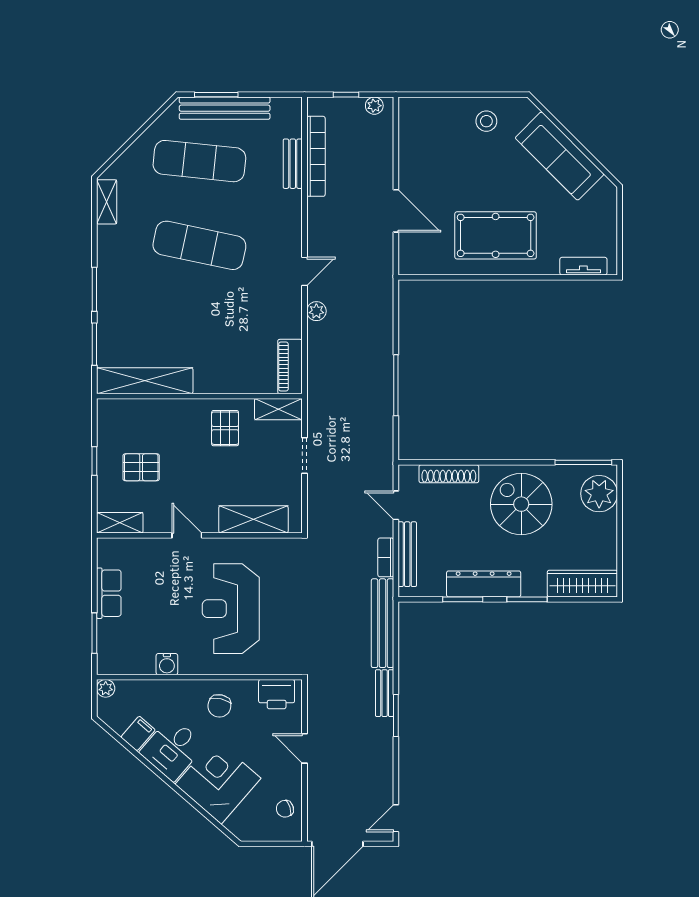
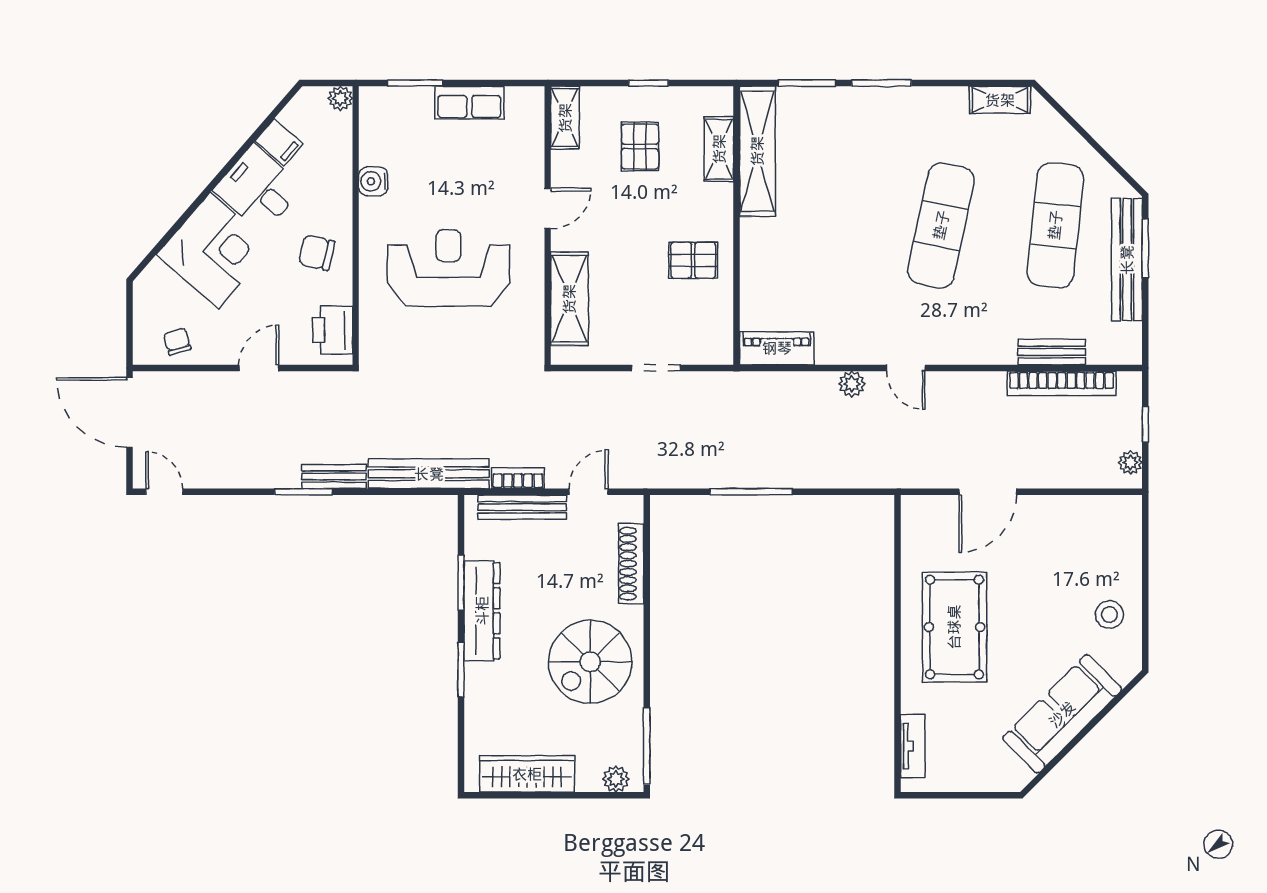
shelving: (278, 409) -> (719, 149), moved
plant: (599, 494) -> (616, 779), width x0.53, depth x0.53
spiral stairs: (521, 504) -> (590, 662), turned 180
wardrobe: (582, 584) -> (527, 774), moved, turned -90

